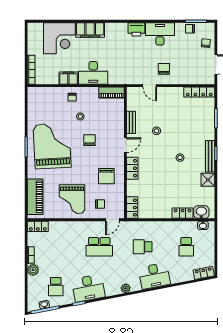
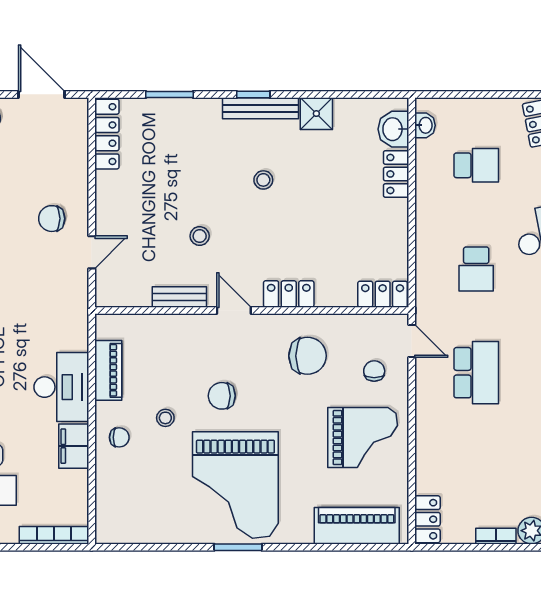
piano: (111, 93) -> (108, 370), moved
grand piano: (52, 146) -> (235, 485), turned -87

